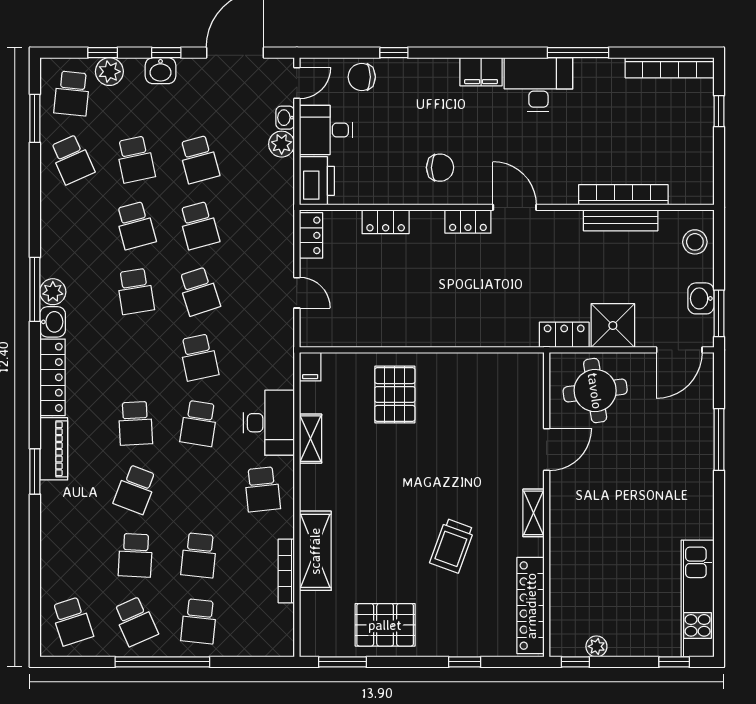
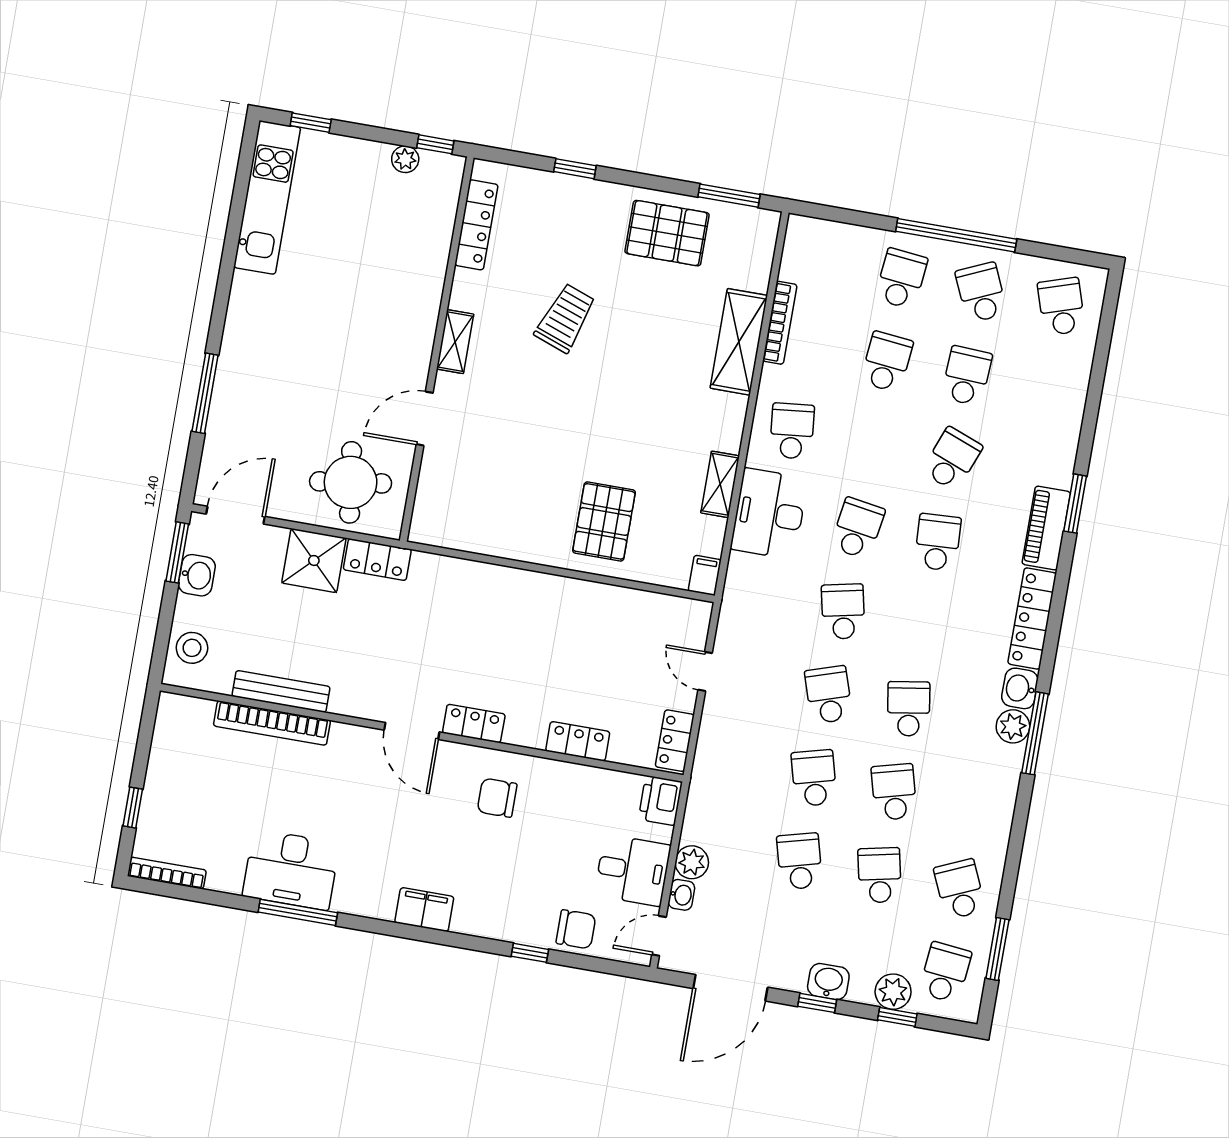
bookcase: (670, 68) -> (167, 873), width x0.68, depth x0.76
desk: (538, 85) -> (291, 870), moved
printer: (317, 181) -> (660, 801), width x0.73, depth x0.84
locker: (531, 606) -> (476, 225), width x0.71, depth x0.83

